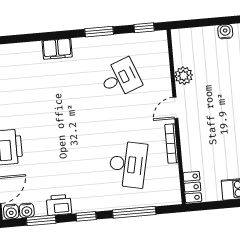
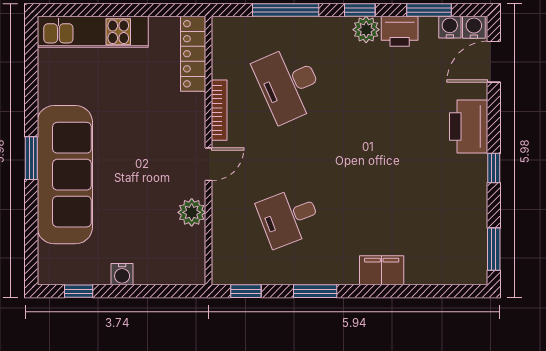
desk: (128, 164) -> (289, 84), turned -36
locker: (192, 187) -> (193, 54), width x1.53
plant: (81, 204) -> (366, 30), added

